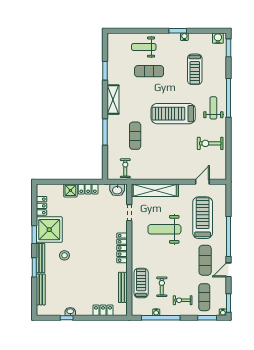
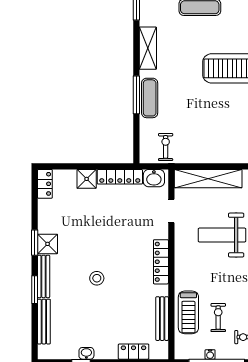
exercise mat: (135, 136) -> (150, 98), moved
locker: (88, 189) -> (120, 177), width x1.53
locker: (41, 206) -> (45, 184), moved
shower: (49, 230) -> (48, 244), width x0.54, depth x0.54
stool: (64, 255) -> (97, 278), moved
treadmill: (141, 283) -> (188, 312), turned 180

